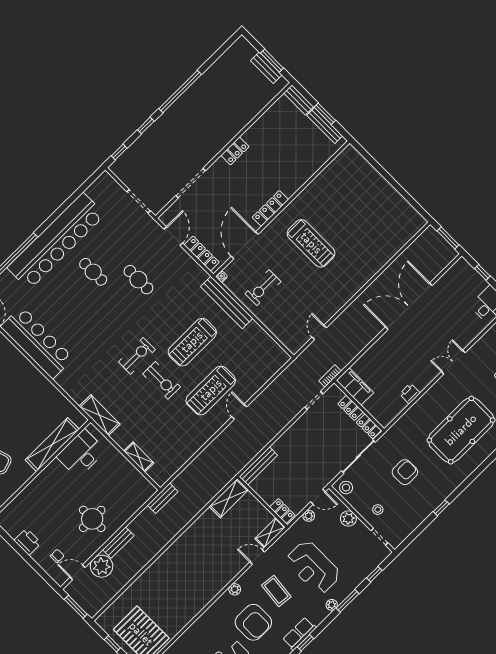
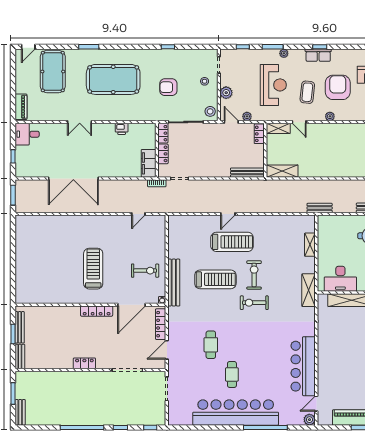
bench: (266, 68) -> (20, 412), moved

